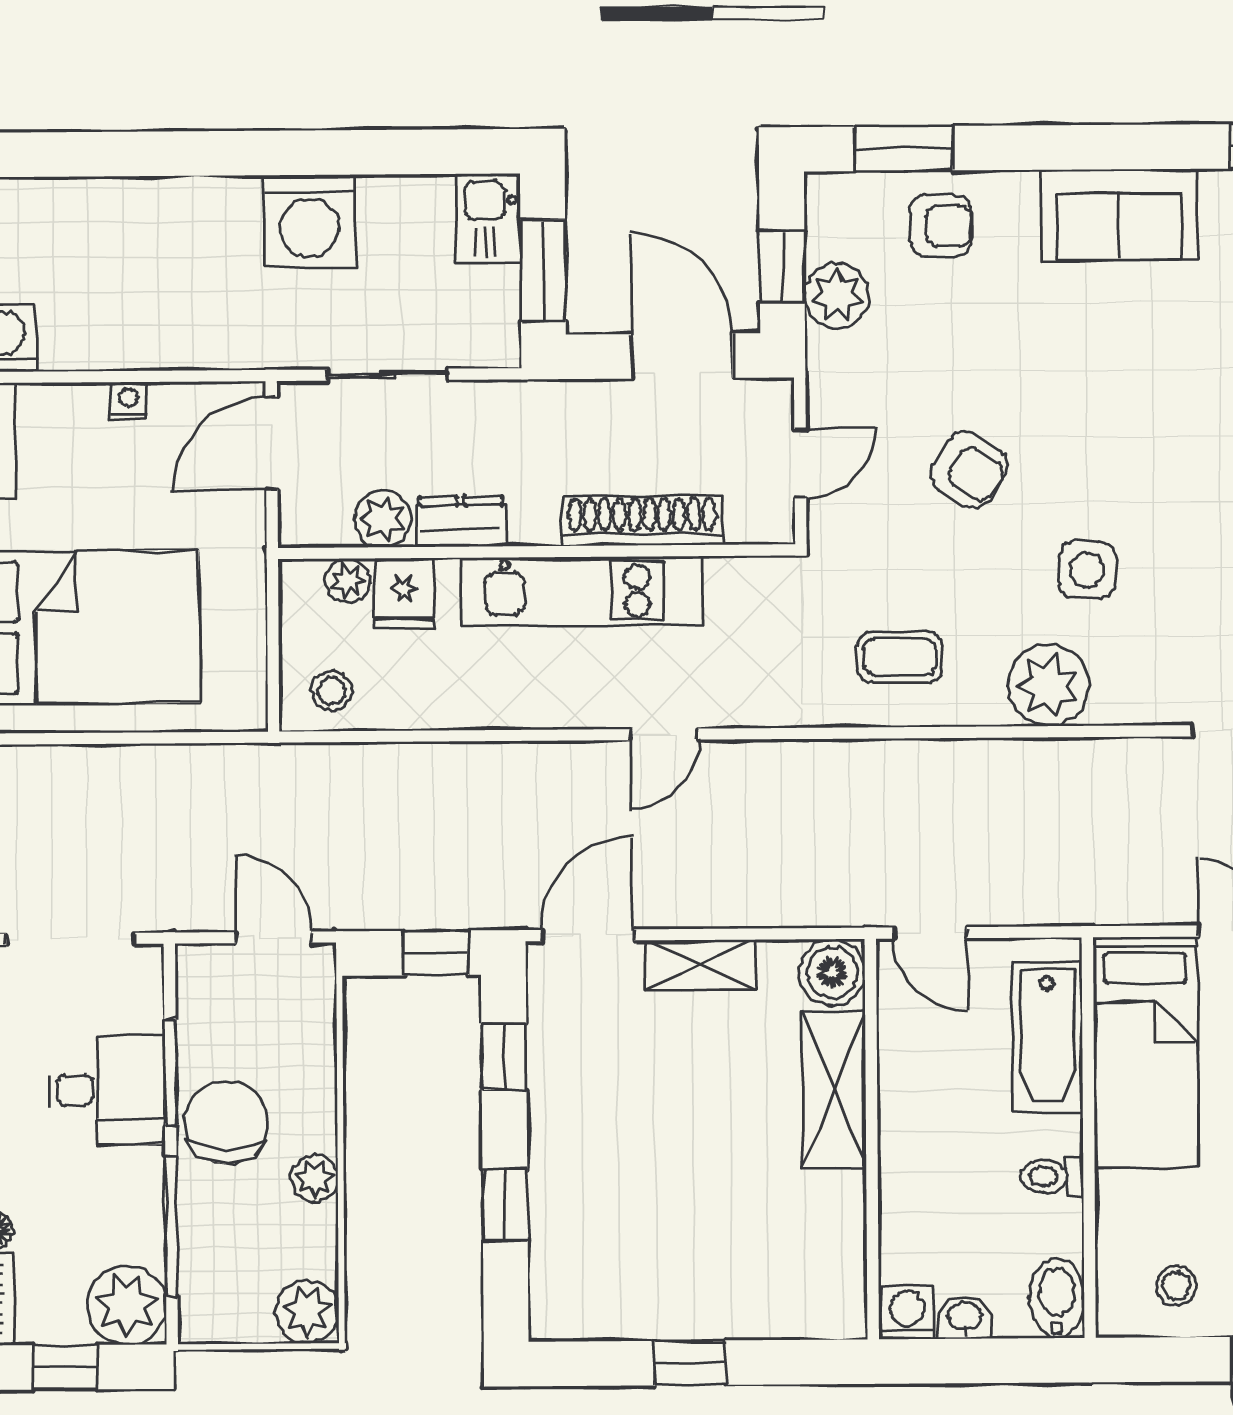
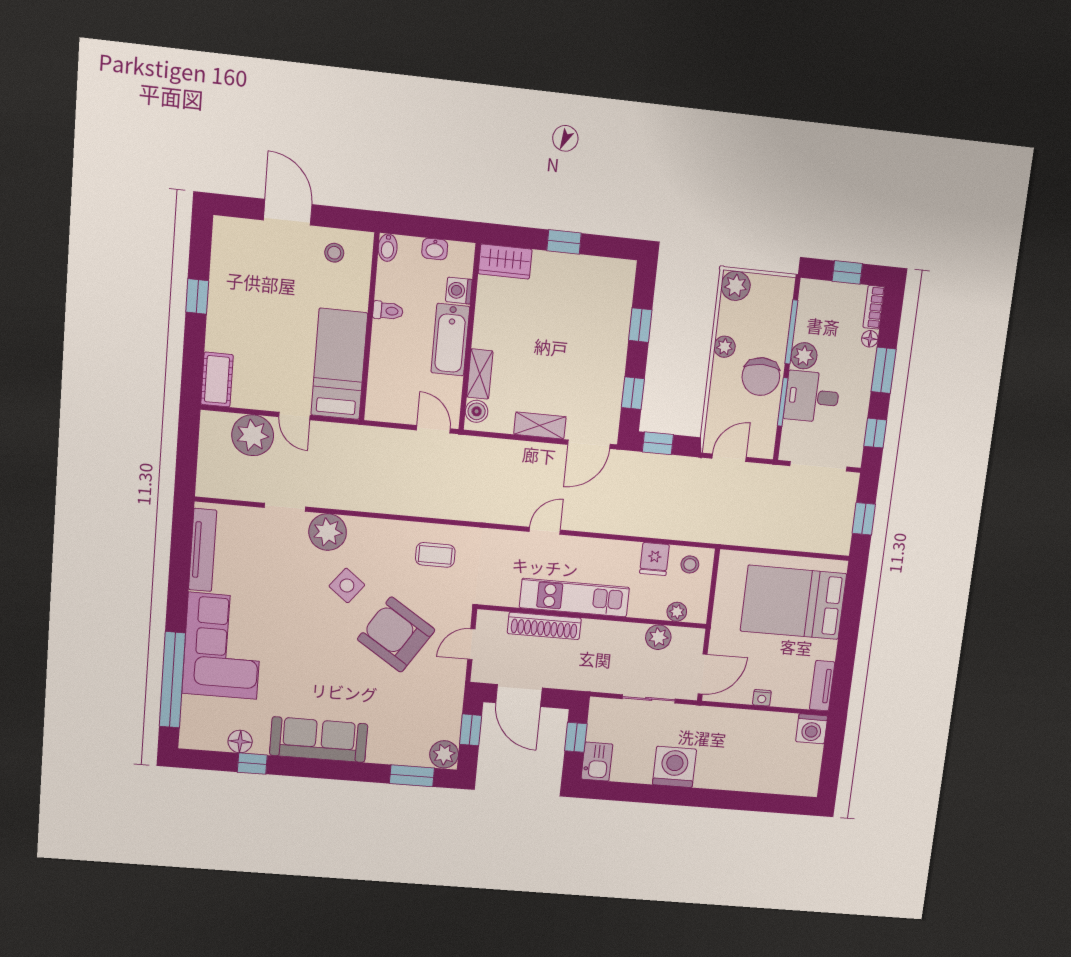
sofa: (1119, 214) -> (319, 740), width x1.36
armchair: (941, 226) -> (399, 741), removed
window: (543, 271) -> (576, 737), width x0.67
plant: (837, 295) -> (444, 754), moved
armchair: (969, 470) -> (396, 635), width x1.88, depth x1.88
dresser: (461, 521) -> (624, 633), removed
side table: (1087, 570) -> (347, 585), turned 38
fridge: (404, 594) -> (654, 559), moved, turned 180
plant: (1049, 685) -> (328, 532), moved
door: (274, 937) -> (729, 458), swing flipped
boiler: (832, 973) -> (477, 411), width x0.73, depth x0.73
bathtub: (1047, 1037) -> (450, 340), moved, turned 180
shelving: (834, 1089) -> (480, 374), width x0.67, depth x0.75
bidet: (1057, 1299) -> (388, 248), width x0.72, depth x0.74
plant: (127, 1305) -> (804, 356), moved, width x0.73, depth x0.73
wardrobe: (812, 1308) -> (505, 261), added
washing machine: (907, 1313) -> (459, 291), moved, turned 90

